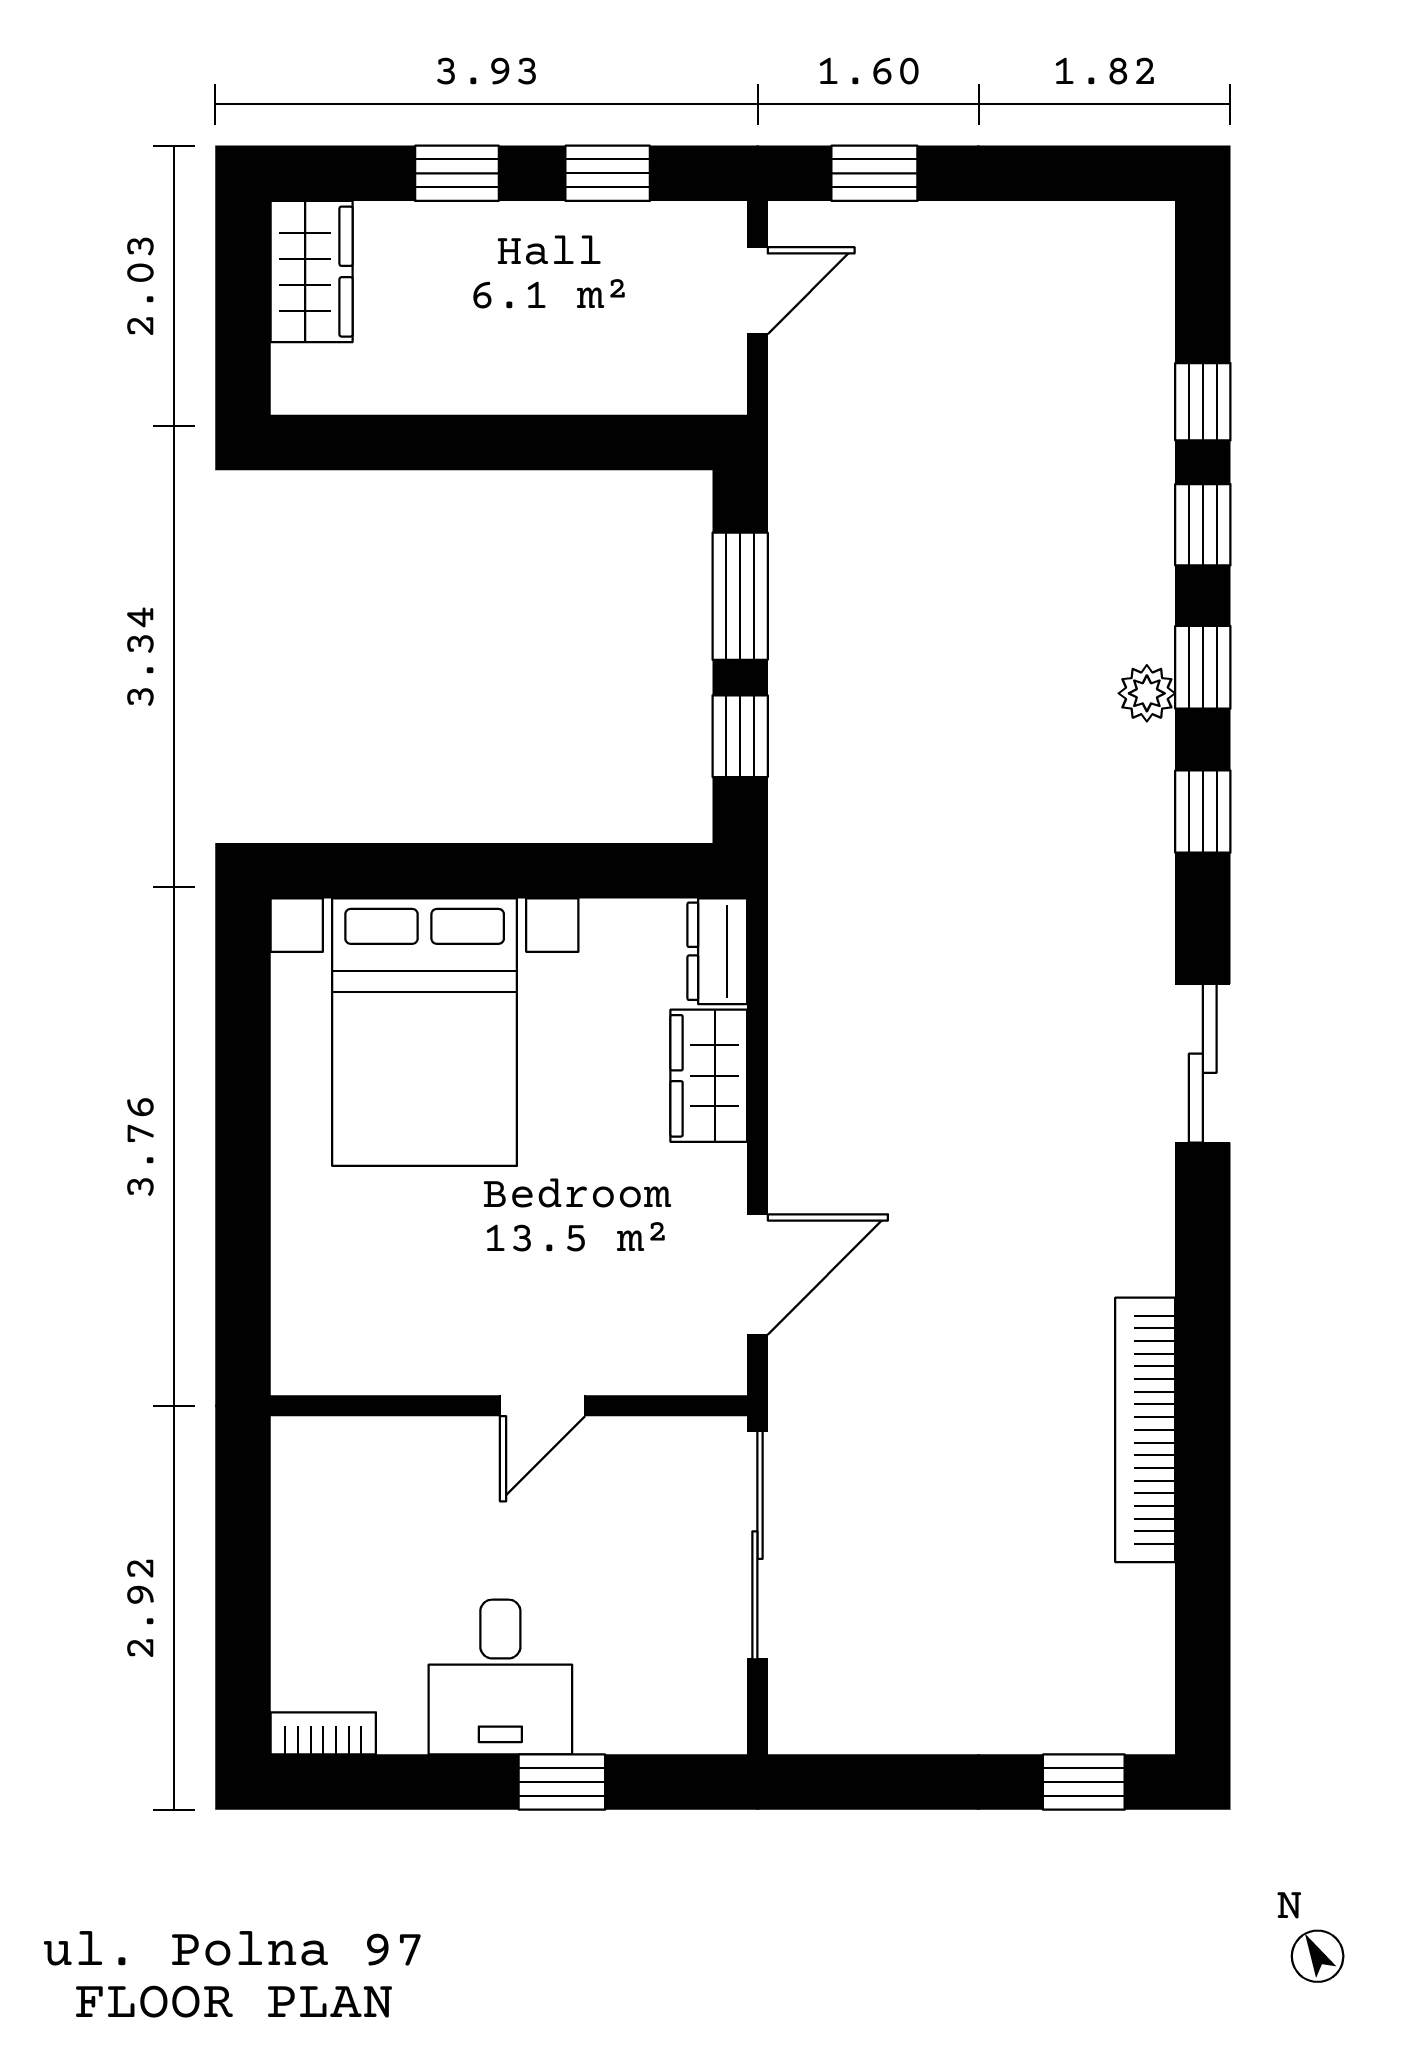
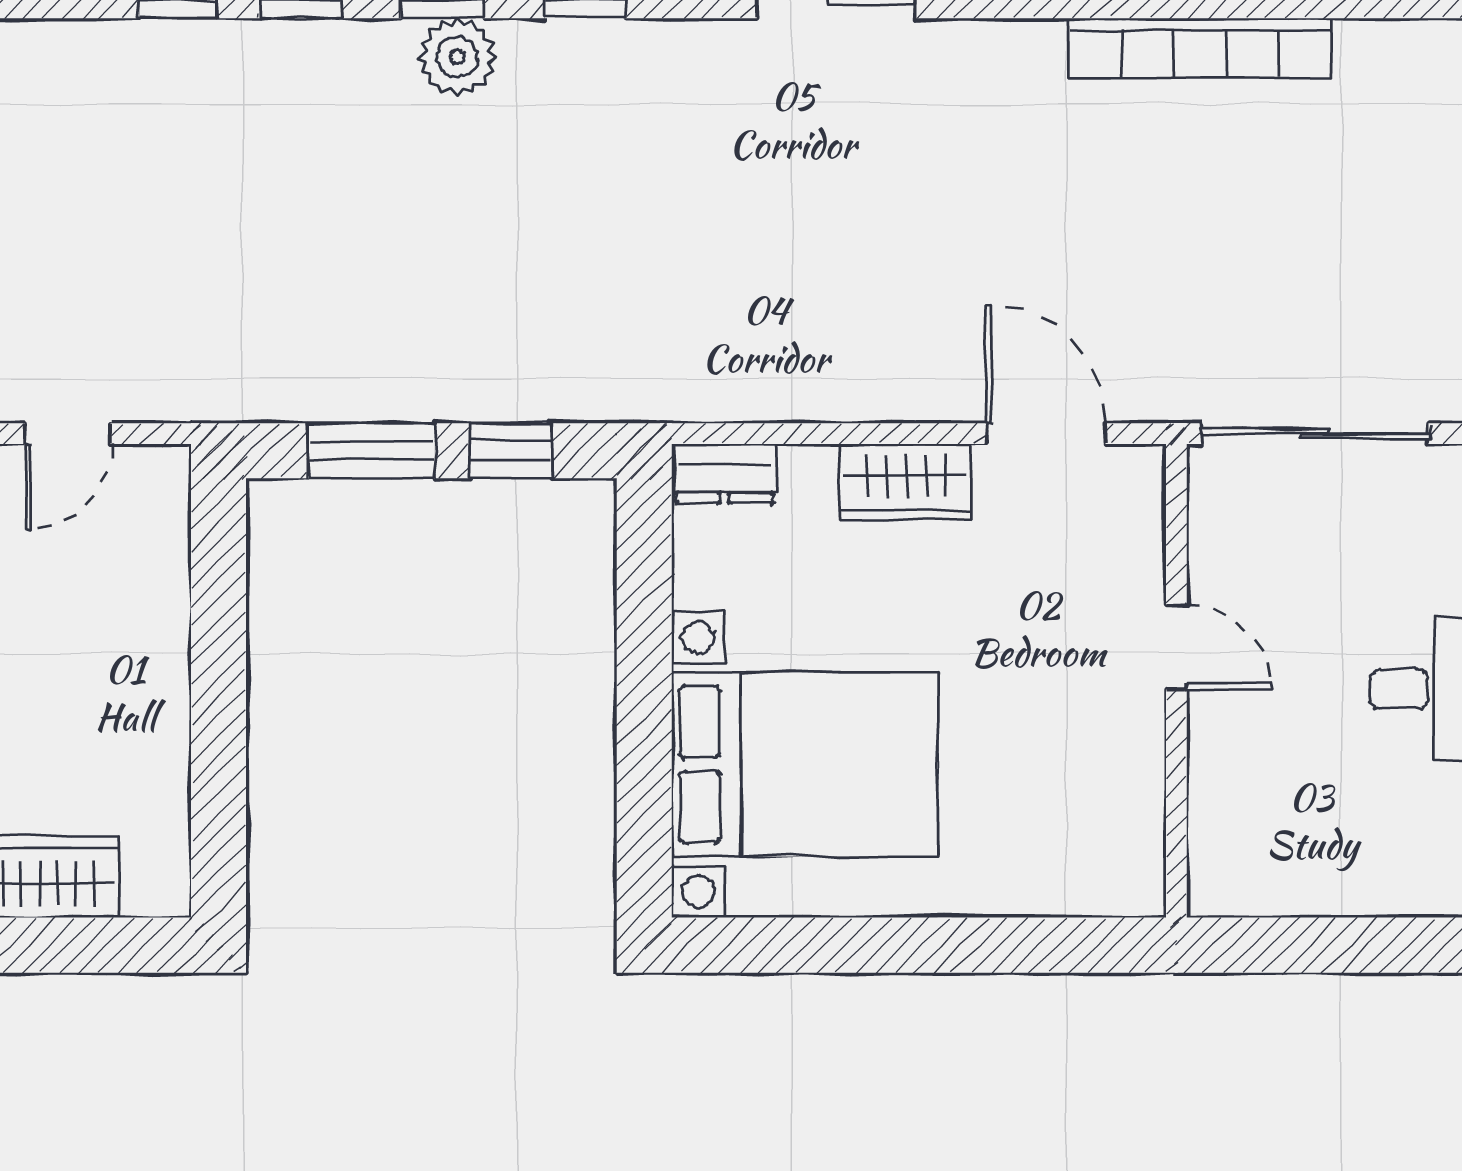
door: (757, 291) -> (67, 434), swing flipped
plant: (1147, 693) -> (457, 57), width x1.38, depth x1.38
wardrobe: (709, 1076) -> (906, 482), moved

